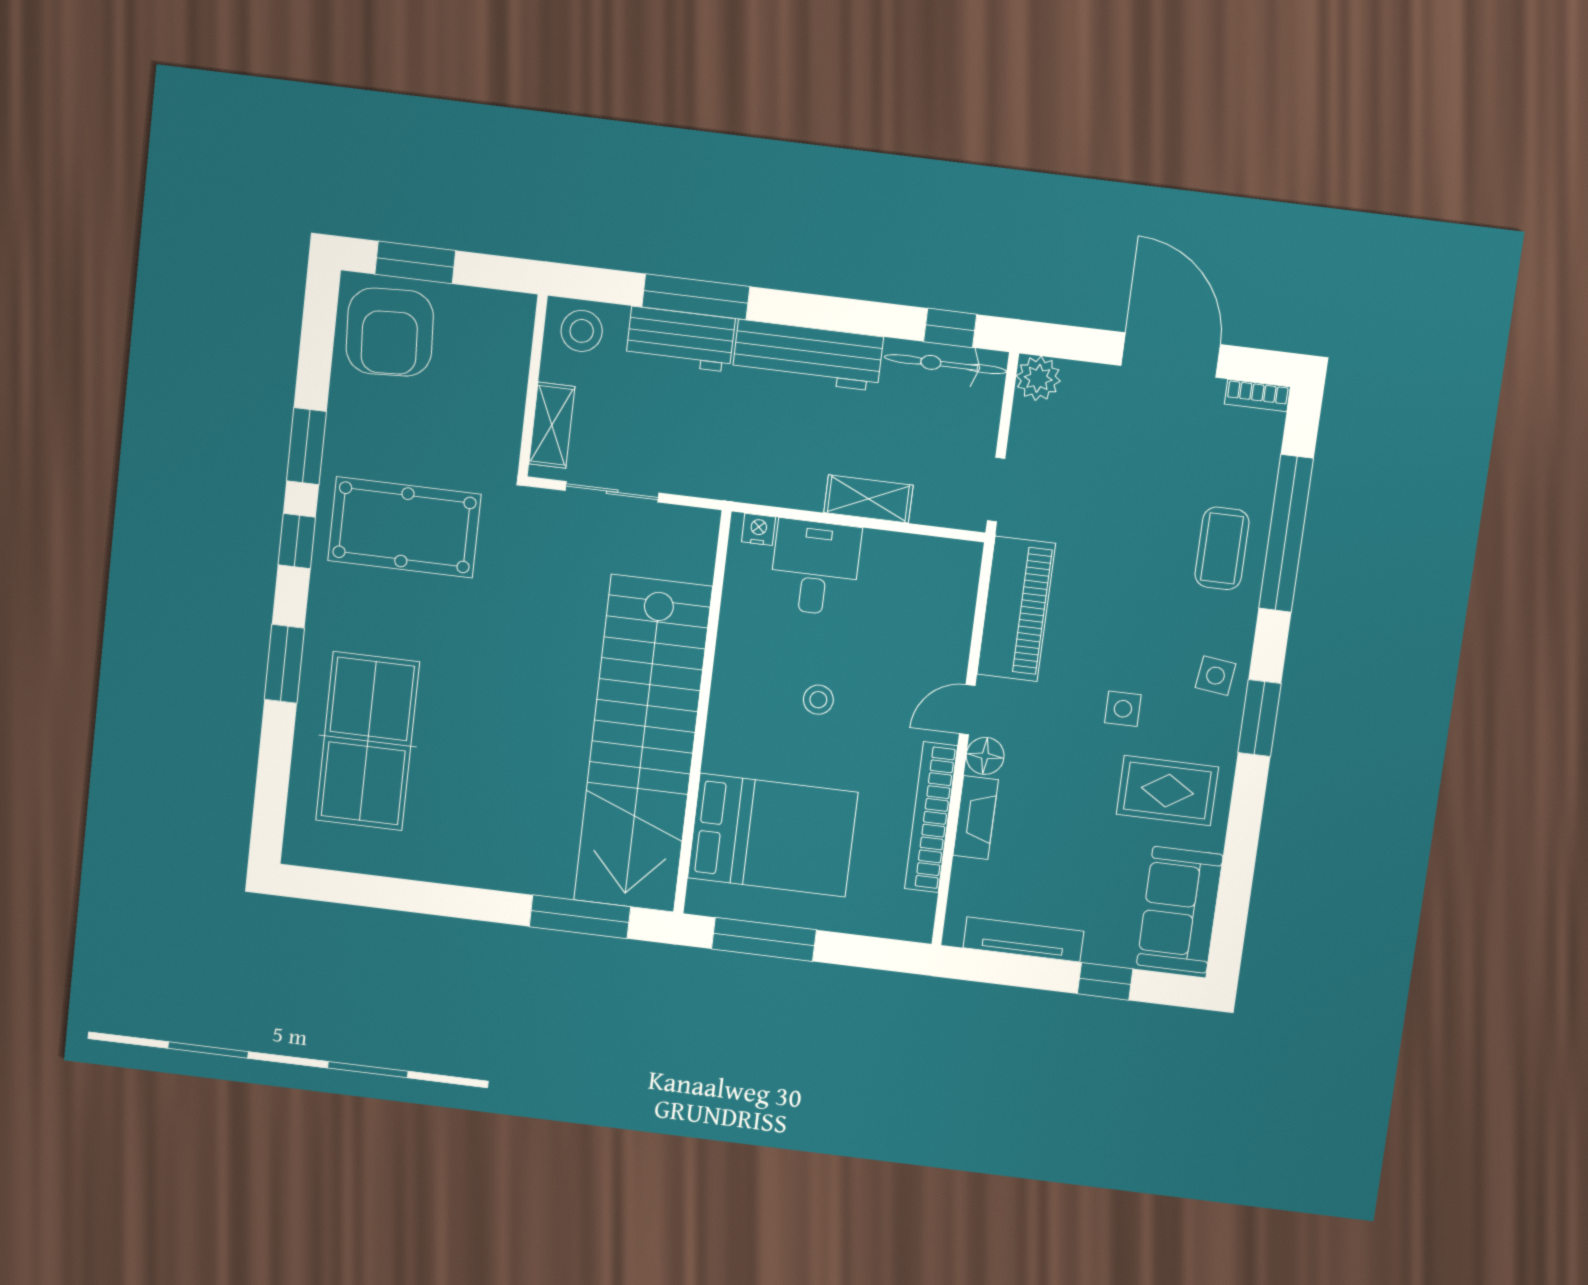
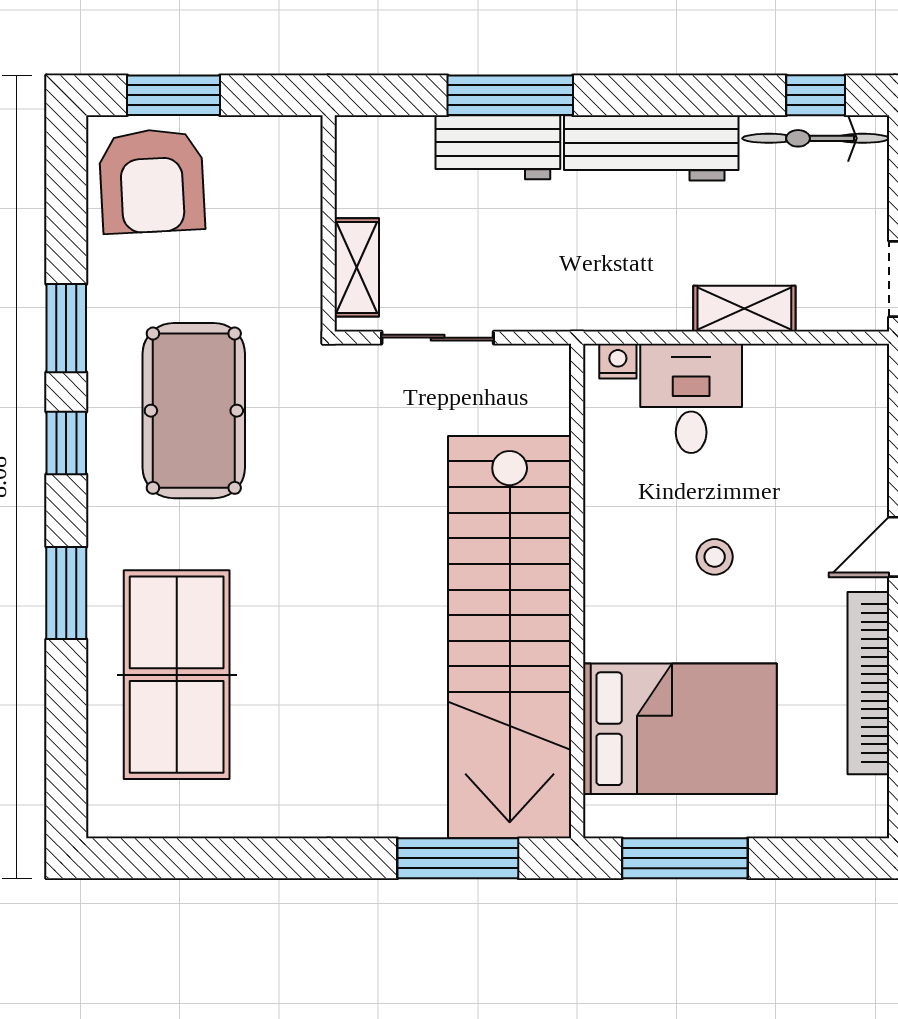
stool: (582, 331) -> (380, 152), removed
pool table: (404, 527) -> (194, 411), turned 90

